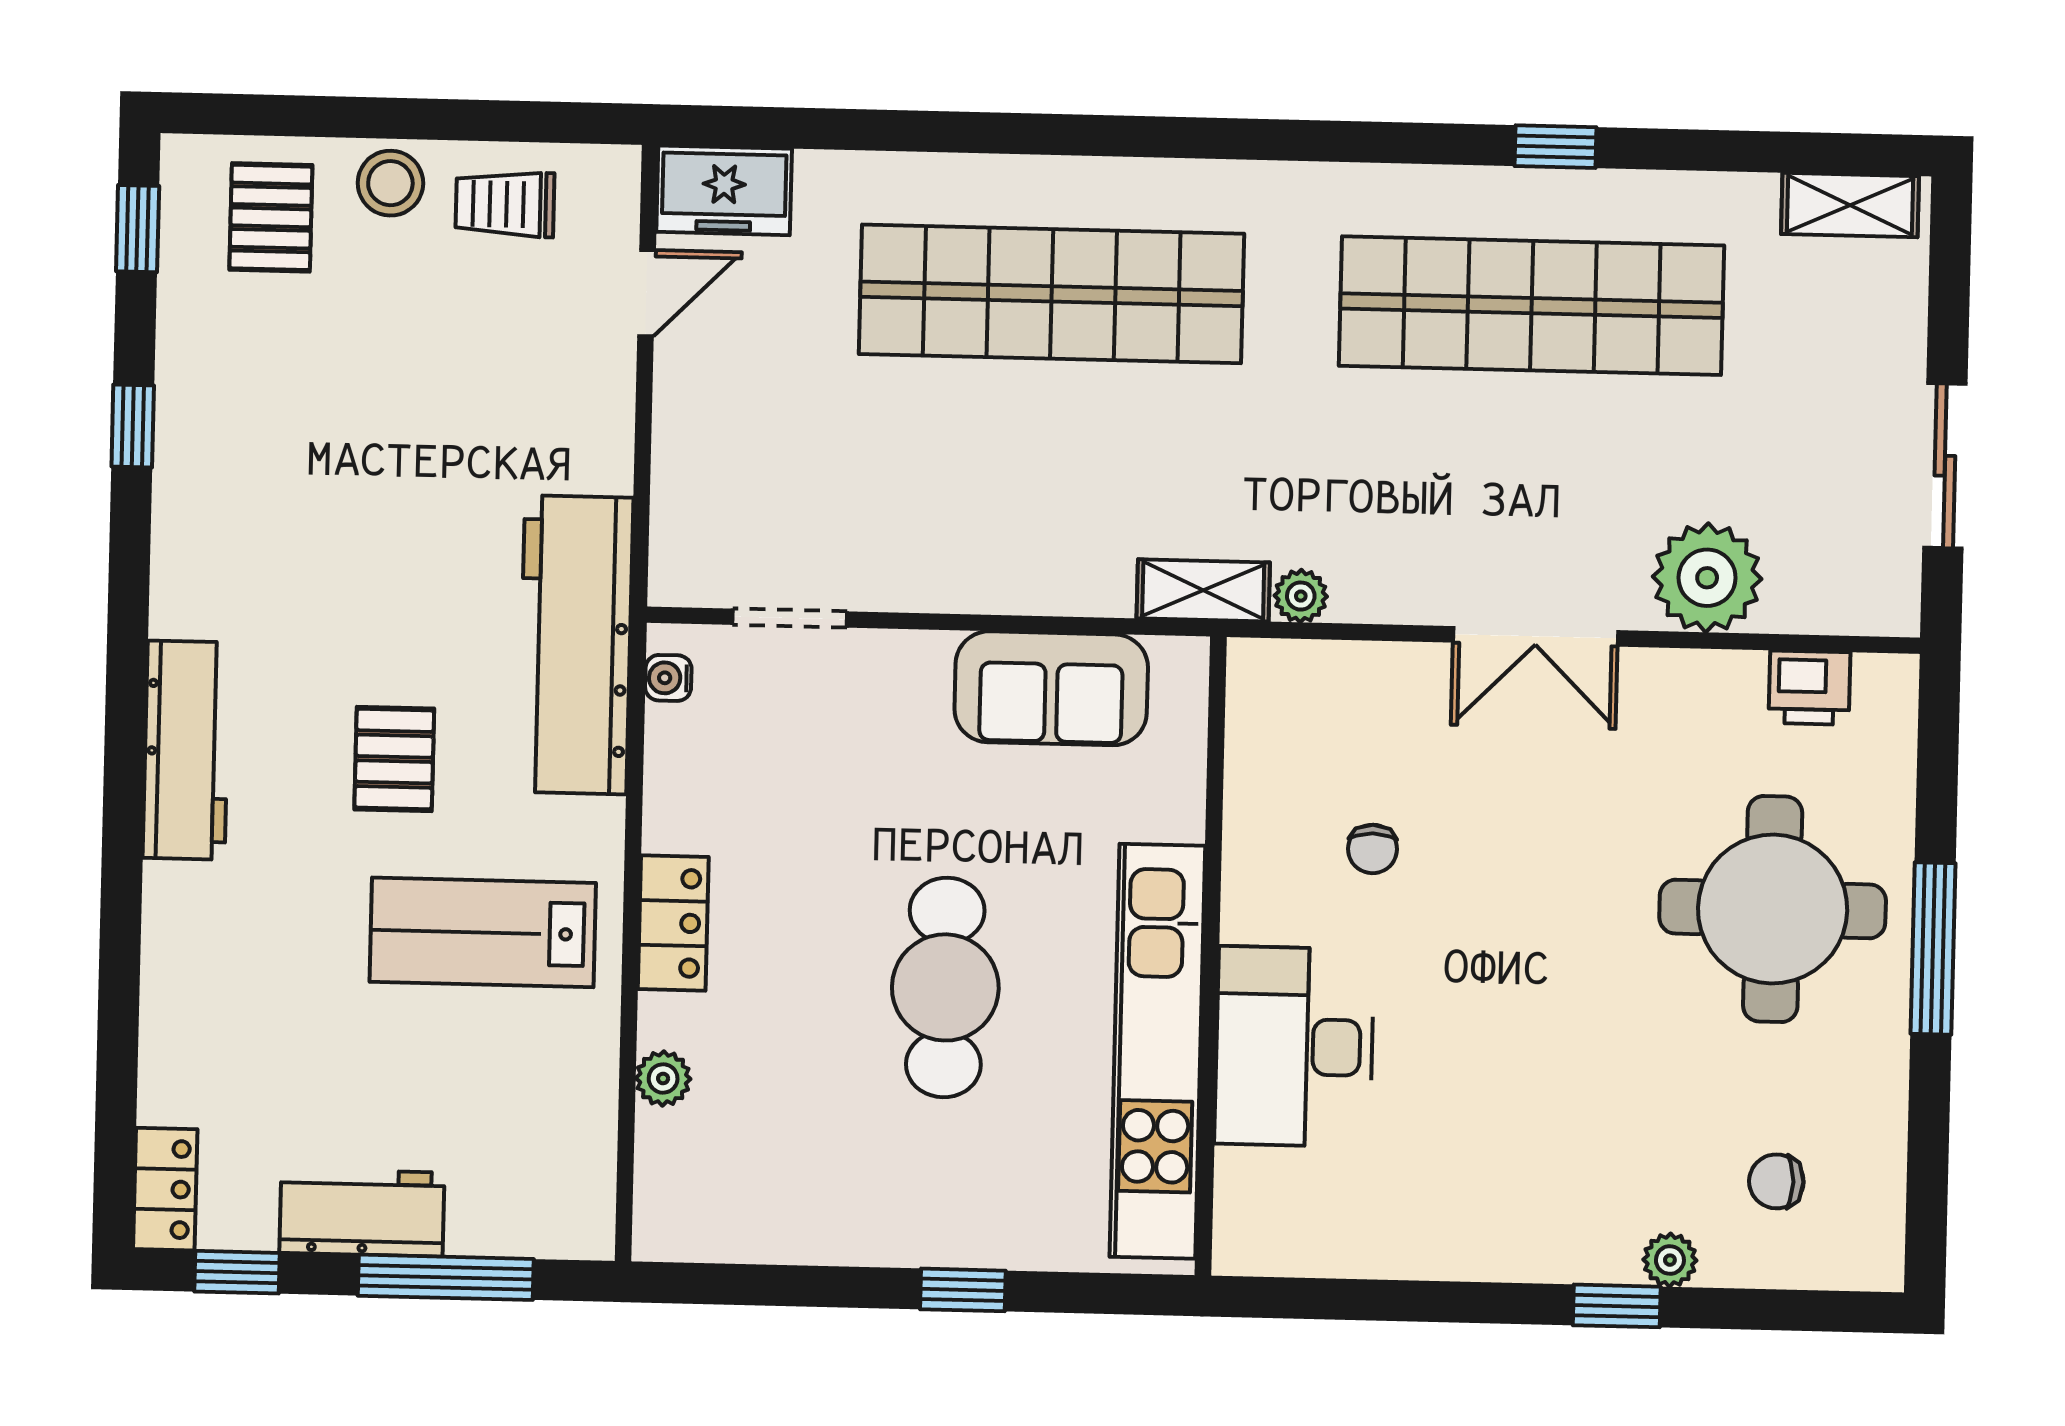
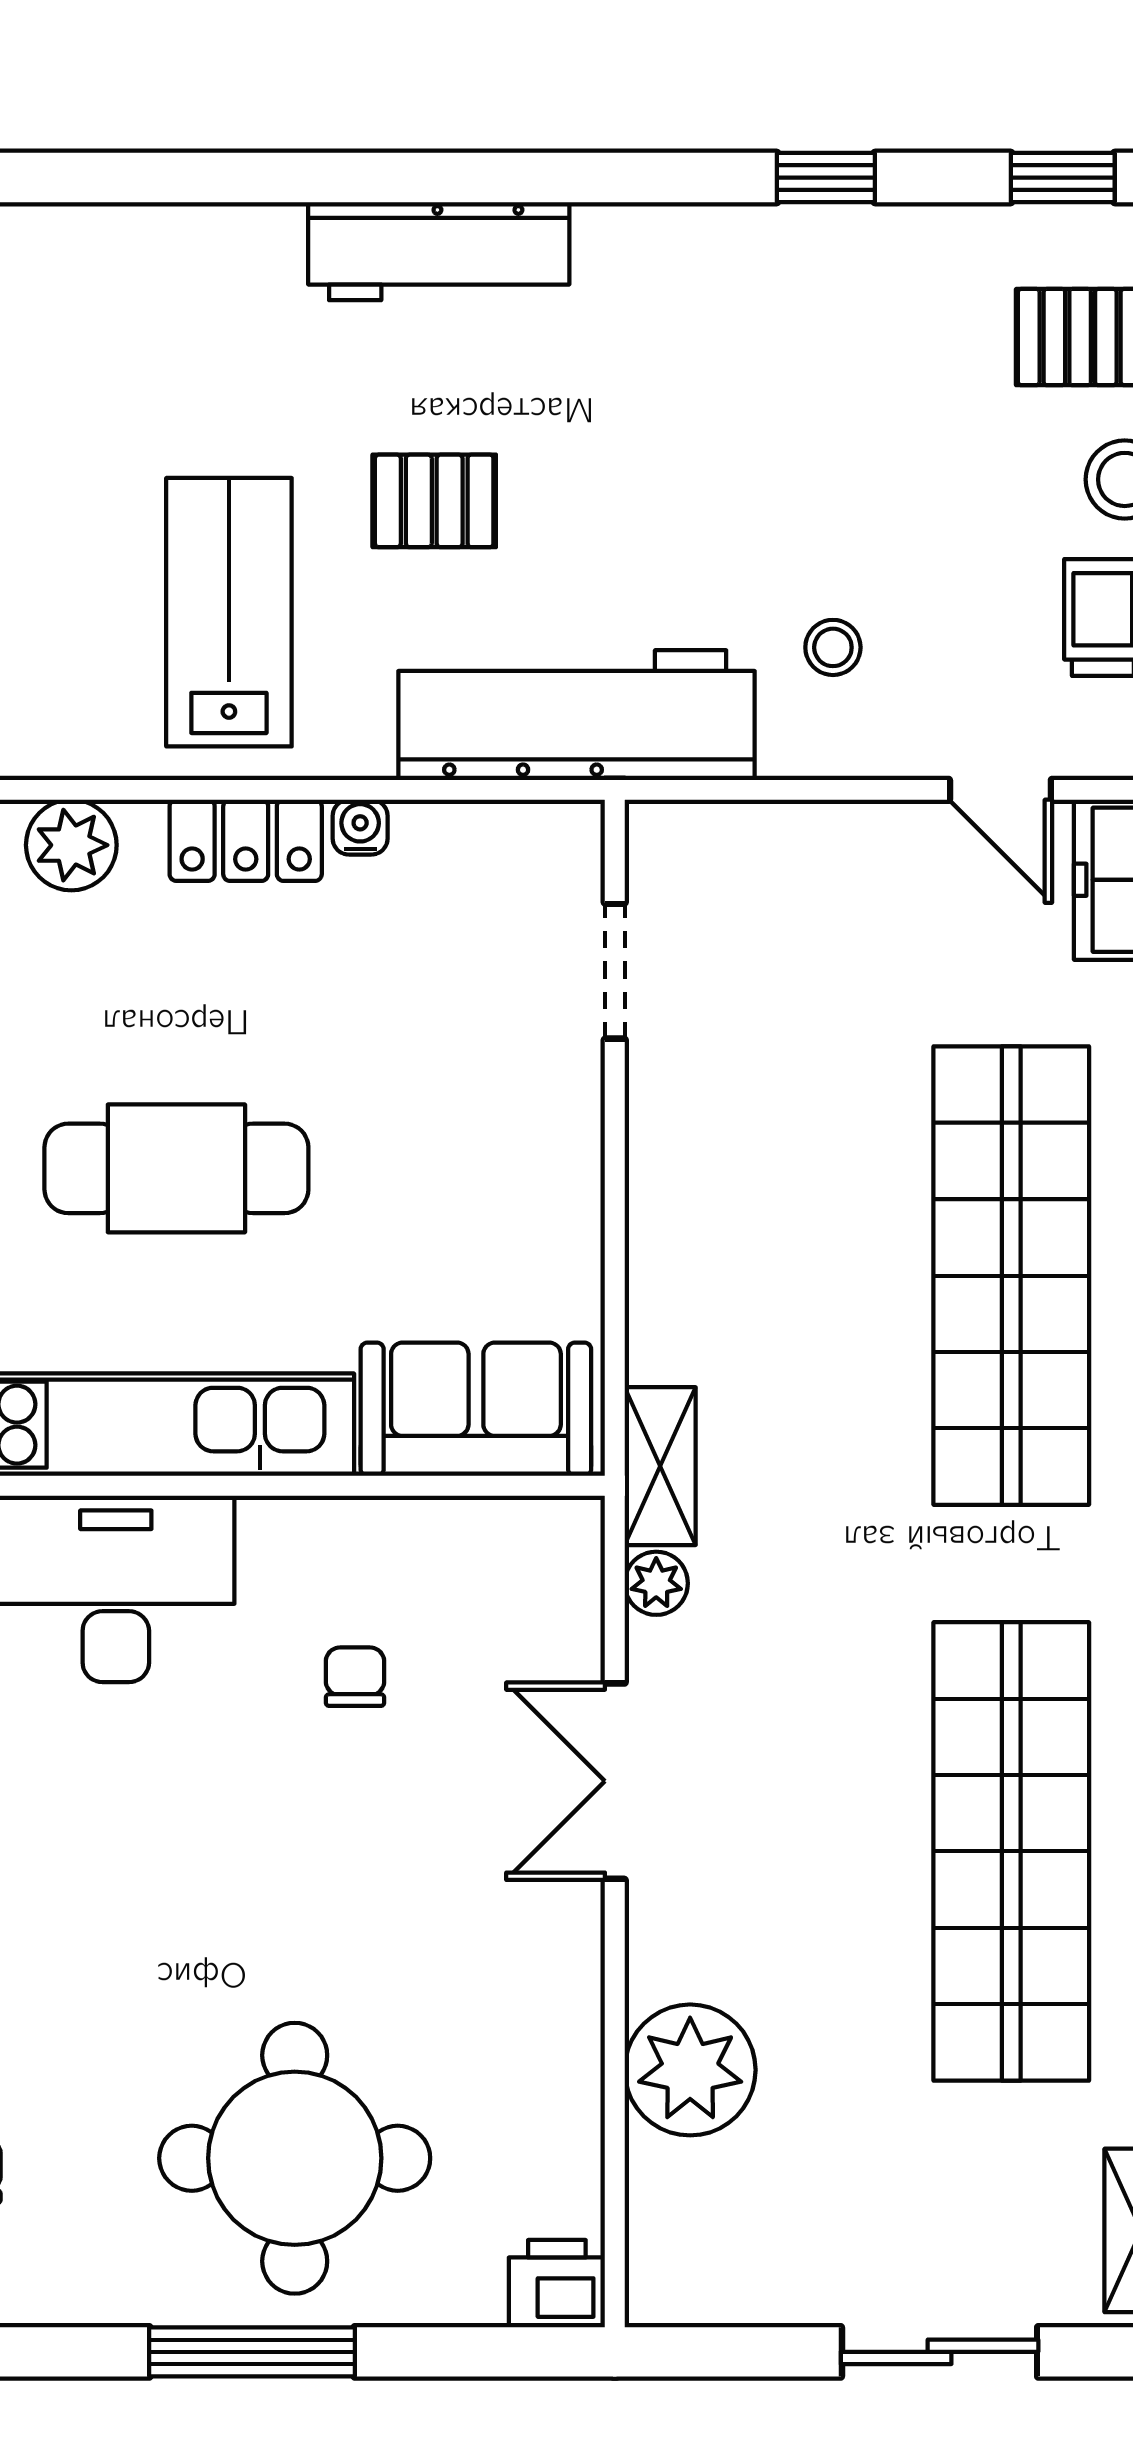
stool: (525, 430) -> (833, 647), added
sliding door: (1945, 466) -> (940, 2352), moved
double door: (1536, 636) -> (615, 1781), moved
water cooler: (668, 678) -> (360, 827), moved
sofa: (1051, 688) -> (476, 1409), moved, turned 90
printer: (1809, 688) -> (557, 2284), moved, turned 90
chair: (1372, 849) -> (355, 1677), turned 90
plant: (663, 1078) -> (71, 845), width x1.38, depth x1.38

